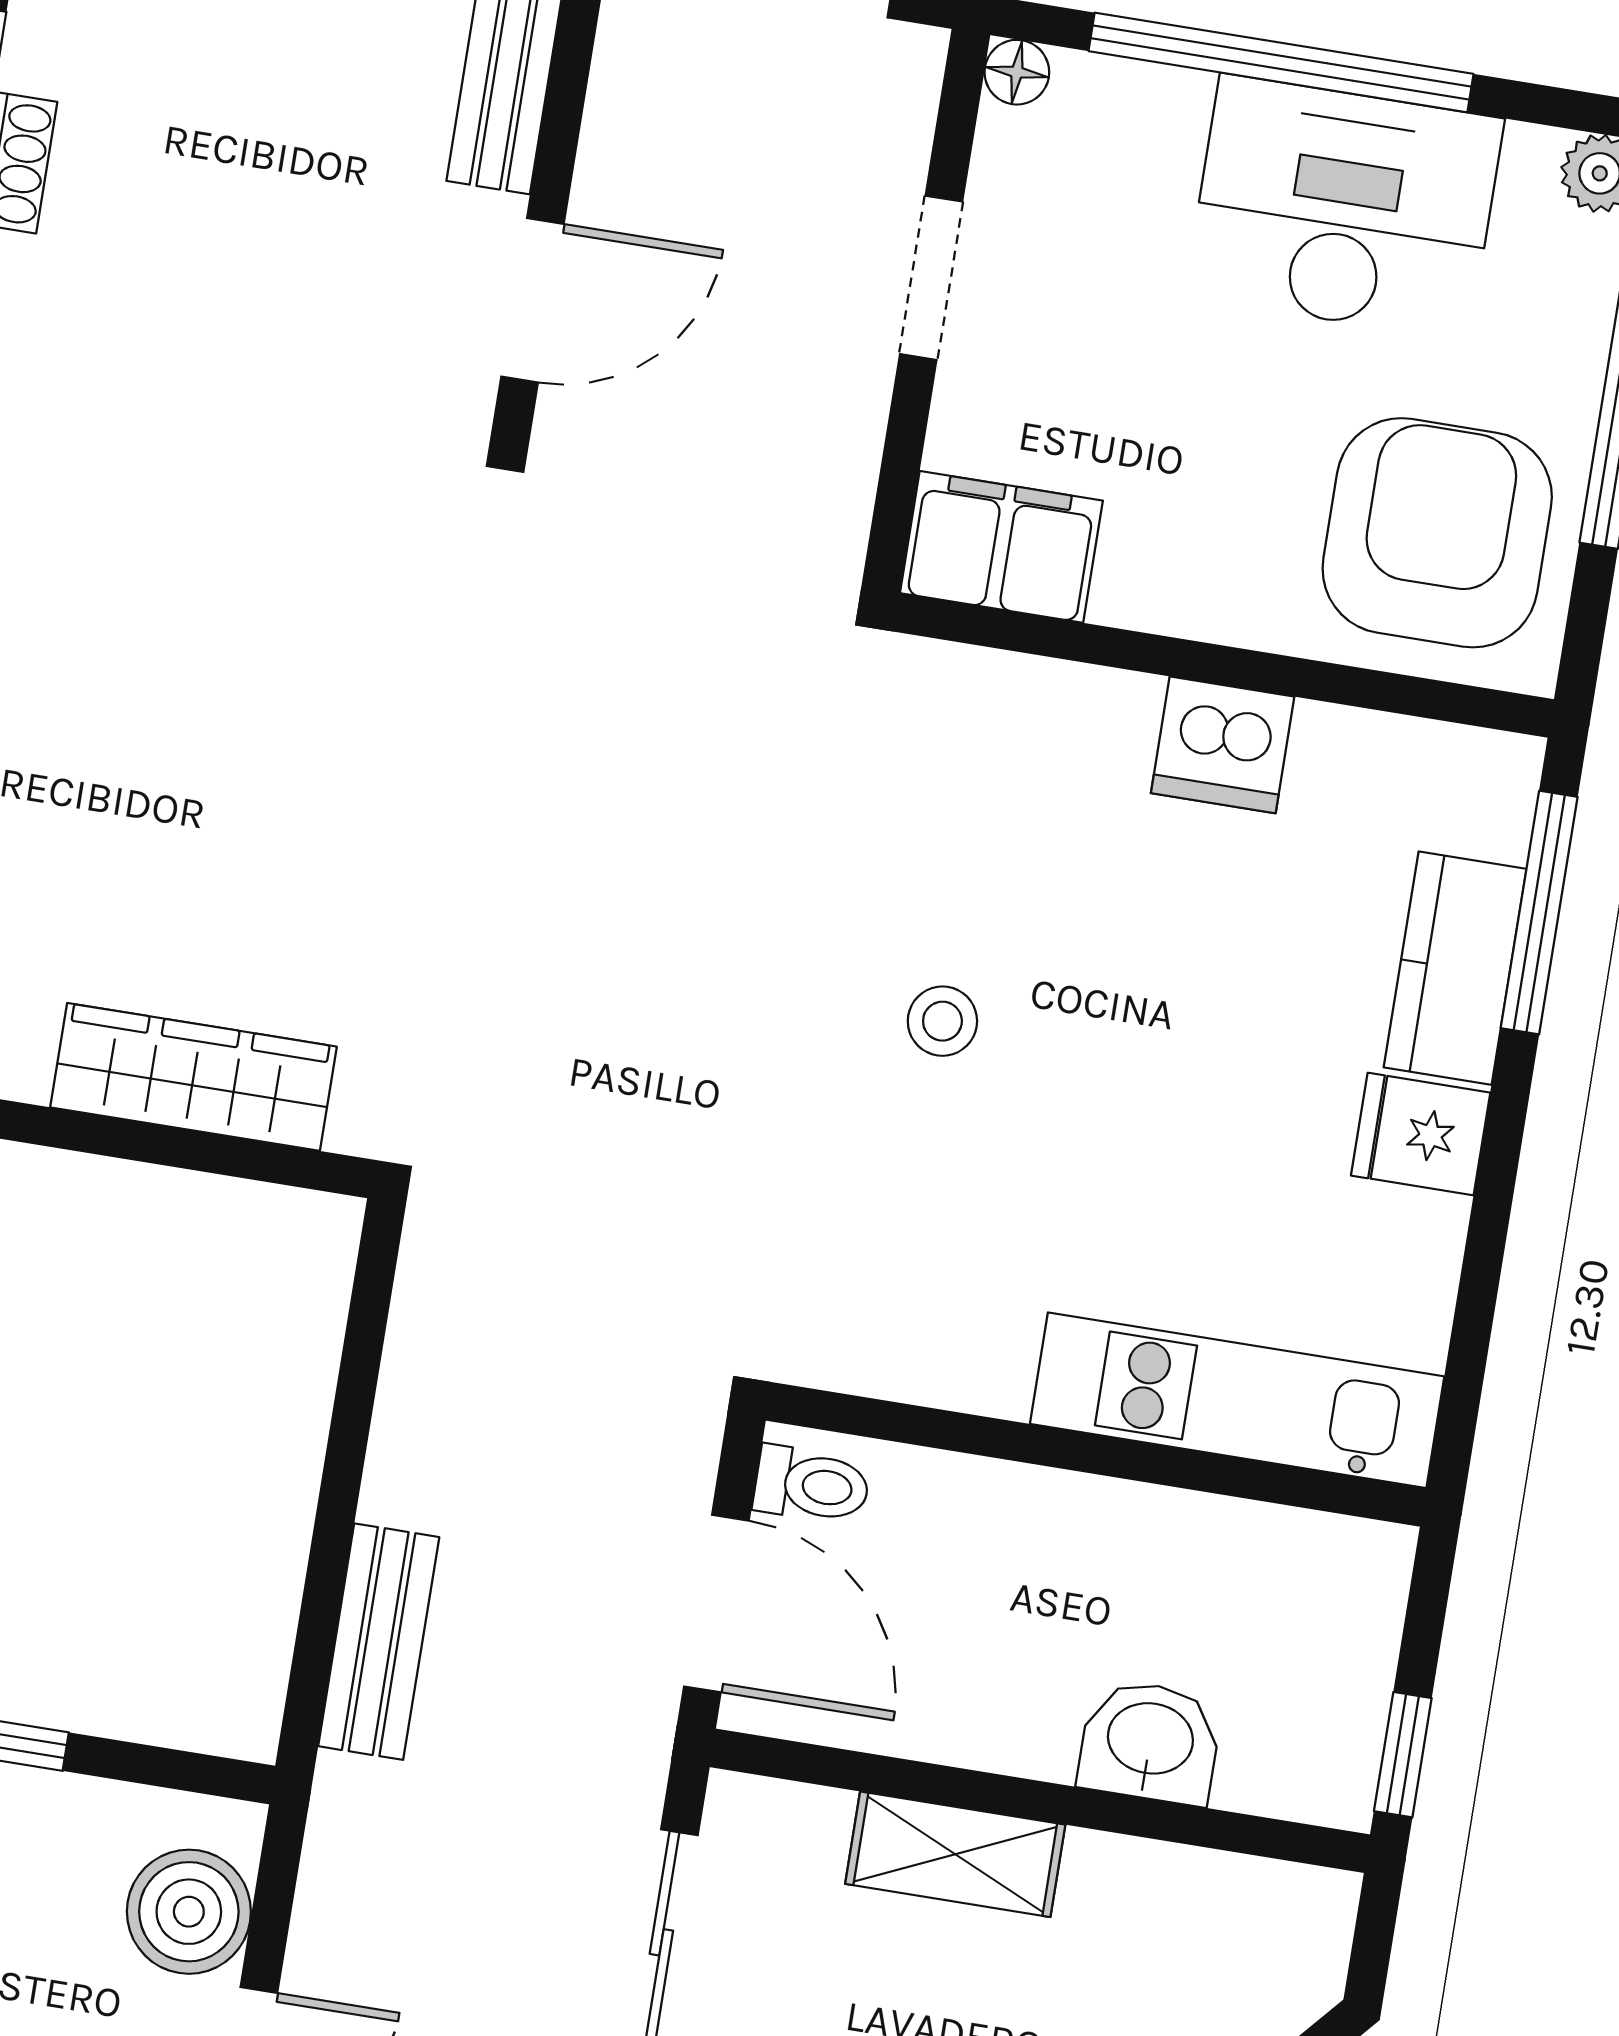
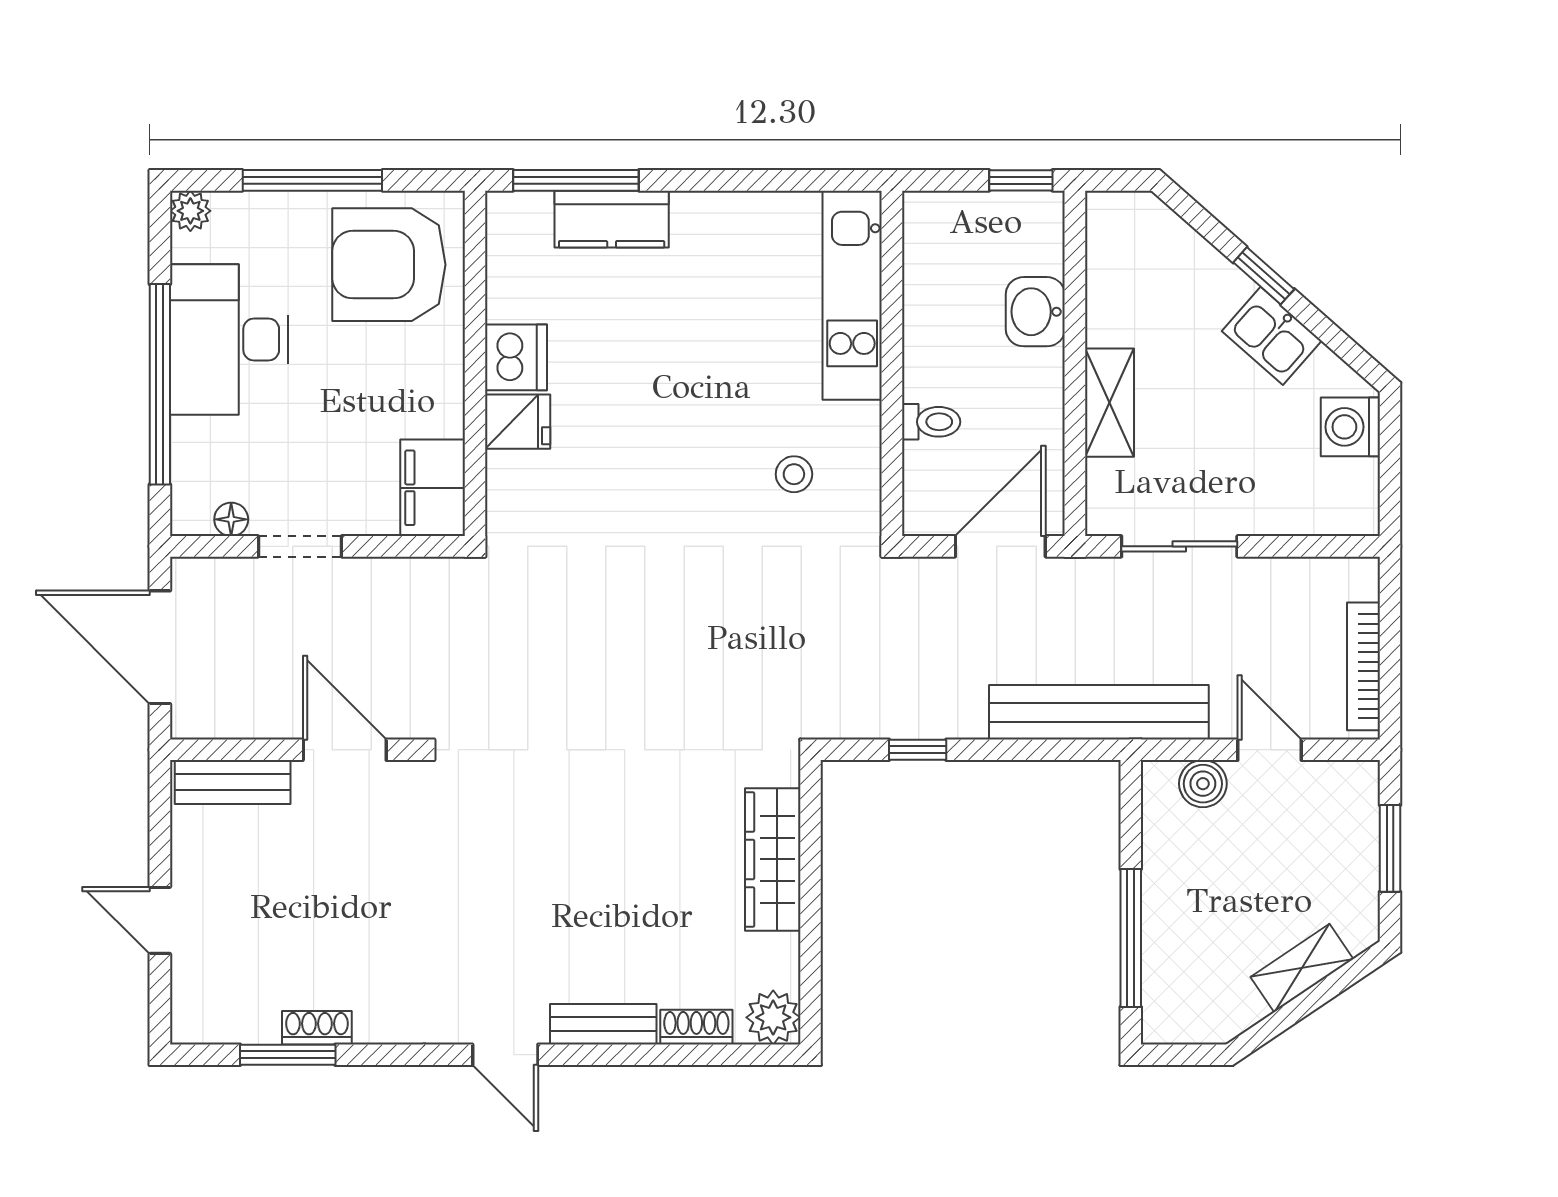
floor lamp: (1017, 72) -> (231, 519), moved
stool: (942, 1021) -> (794, 474), moved
fridge: (1421, 1134) -> (518, 422), moved, turned -90
window: (357, 1385) -> (918, 750), added
toilet: (812, 1485) -> (931, 422), moved, turned 90
bench: (379, 1642) -> (1099, 712), width x1.86, depth x1.21
boiler: (189, 1912) -> (1203, 784), width x0.73, depth x0.73

